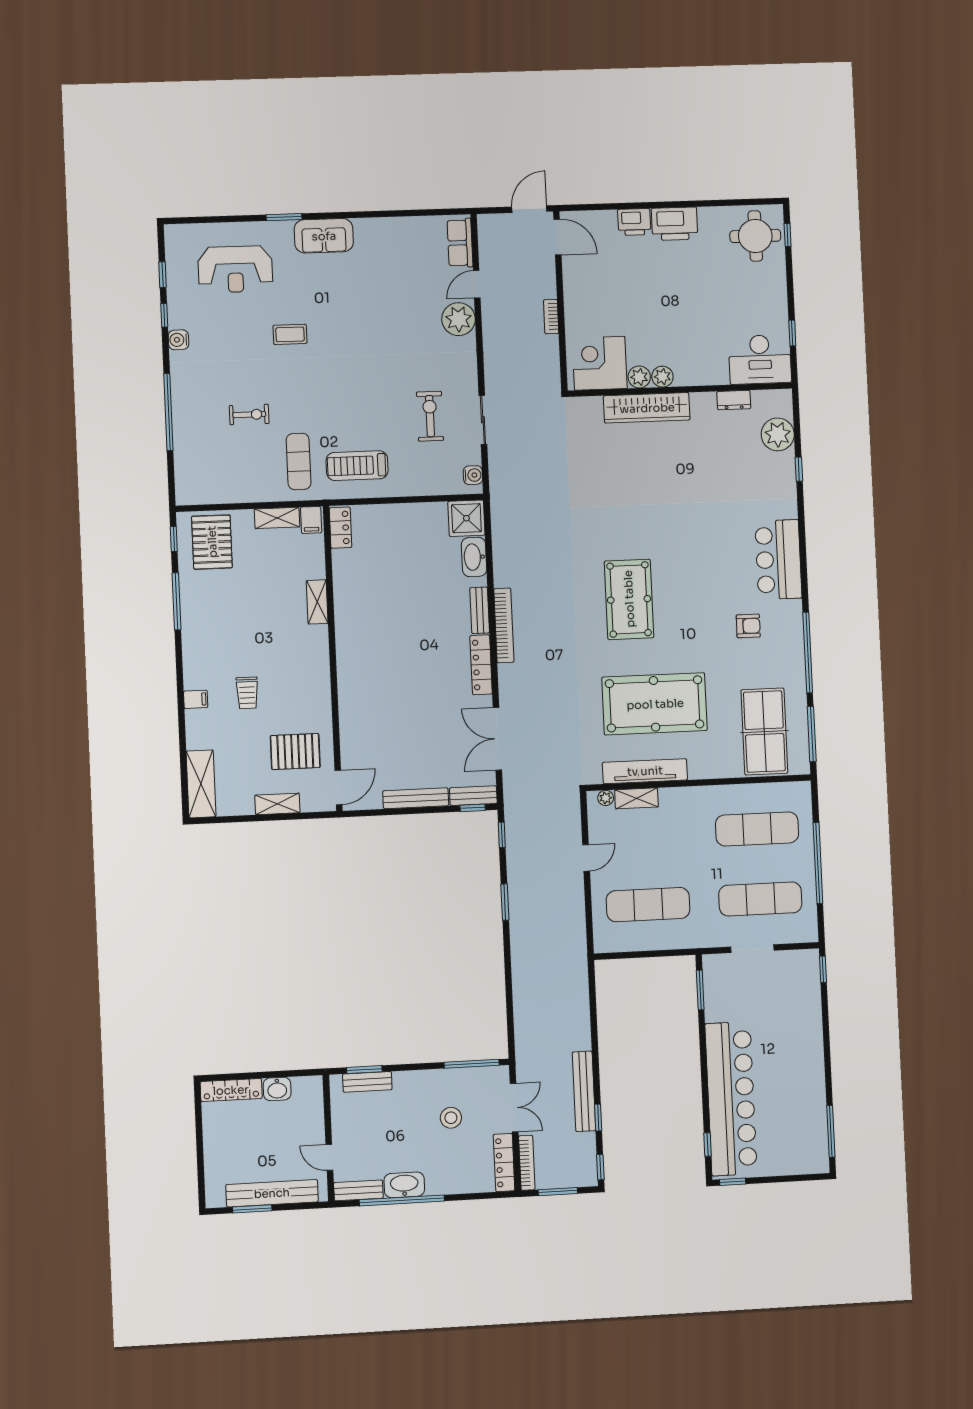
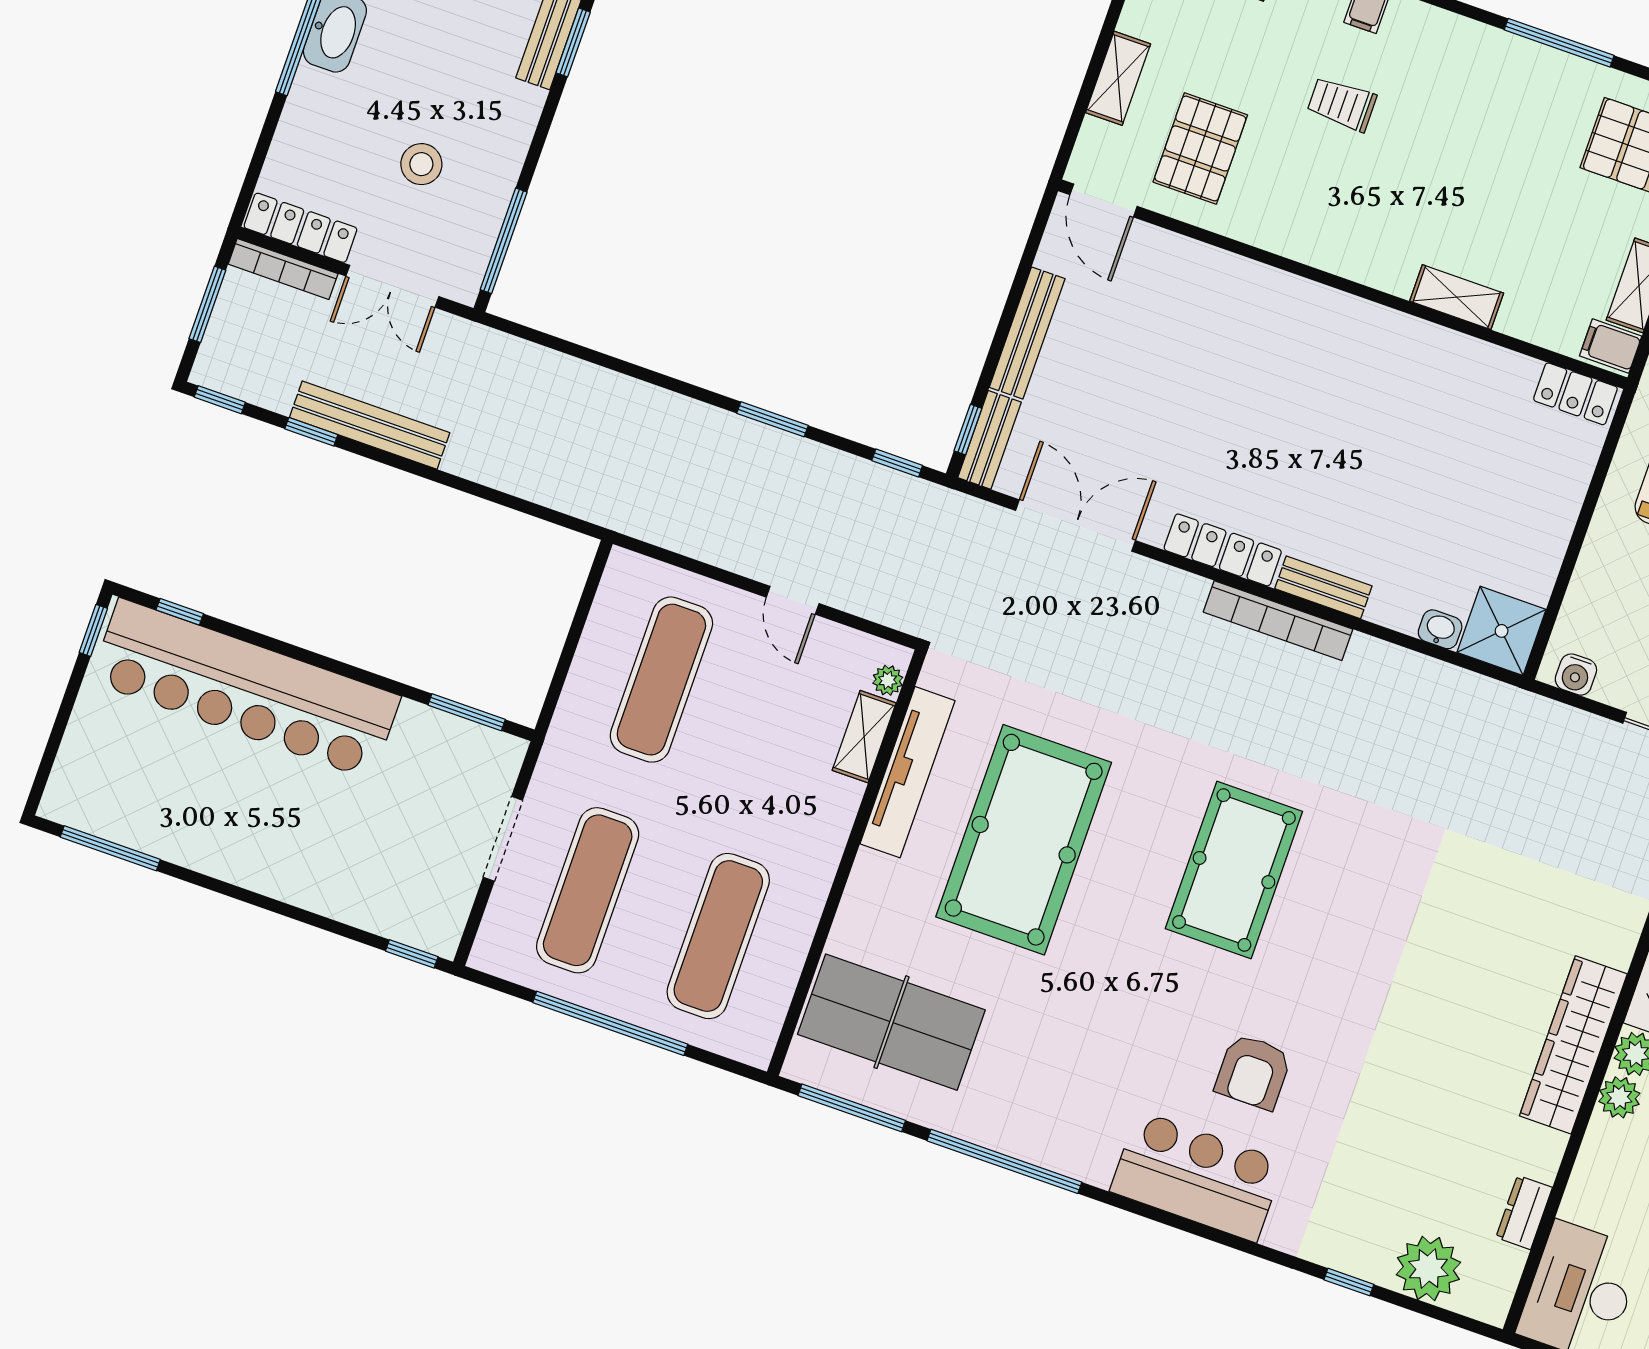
washbasin: (474, 557) -> (1440, 629), width x0.52, depth x0.69
pool table: (629, 599) -> (1234, 870), turned 90
armchair: (748, 626) -> (1253, 1072), moved, width x1.38, depth x1.38

